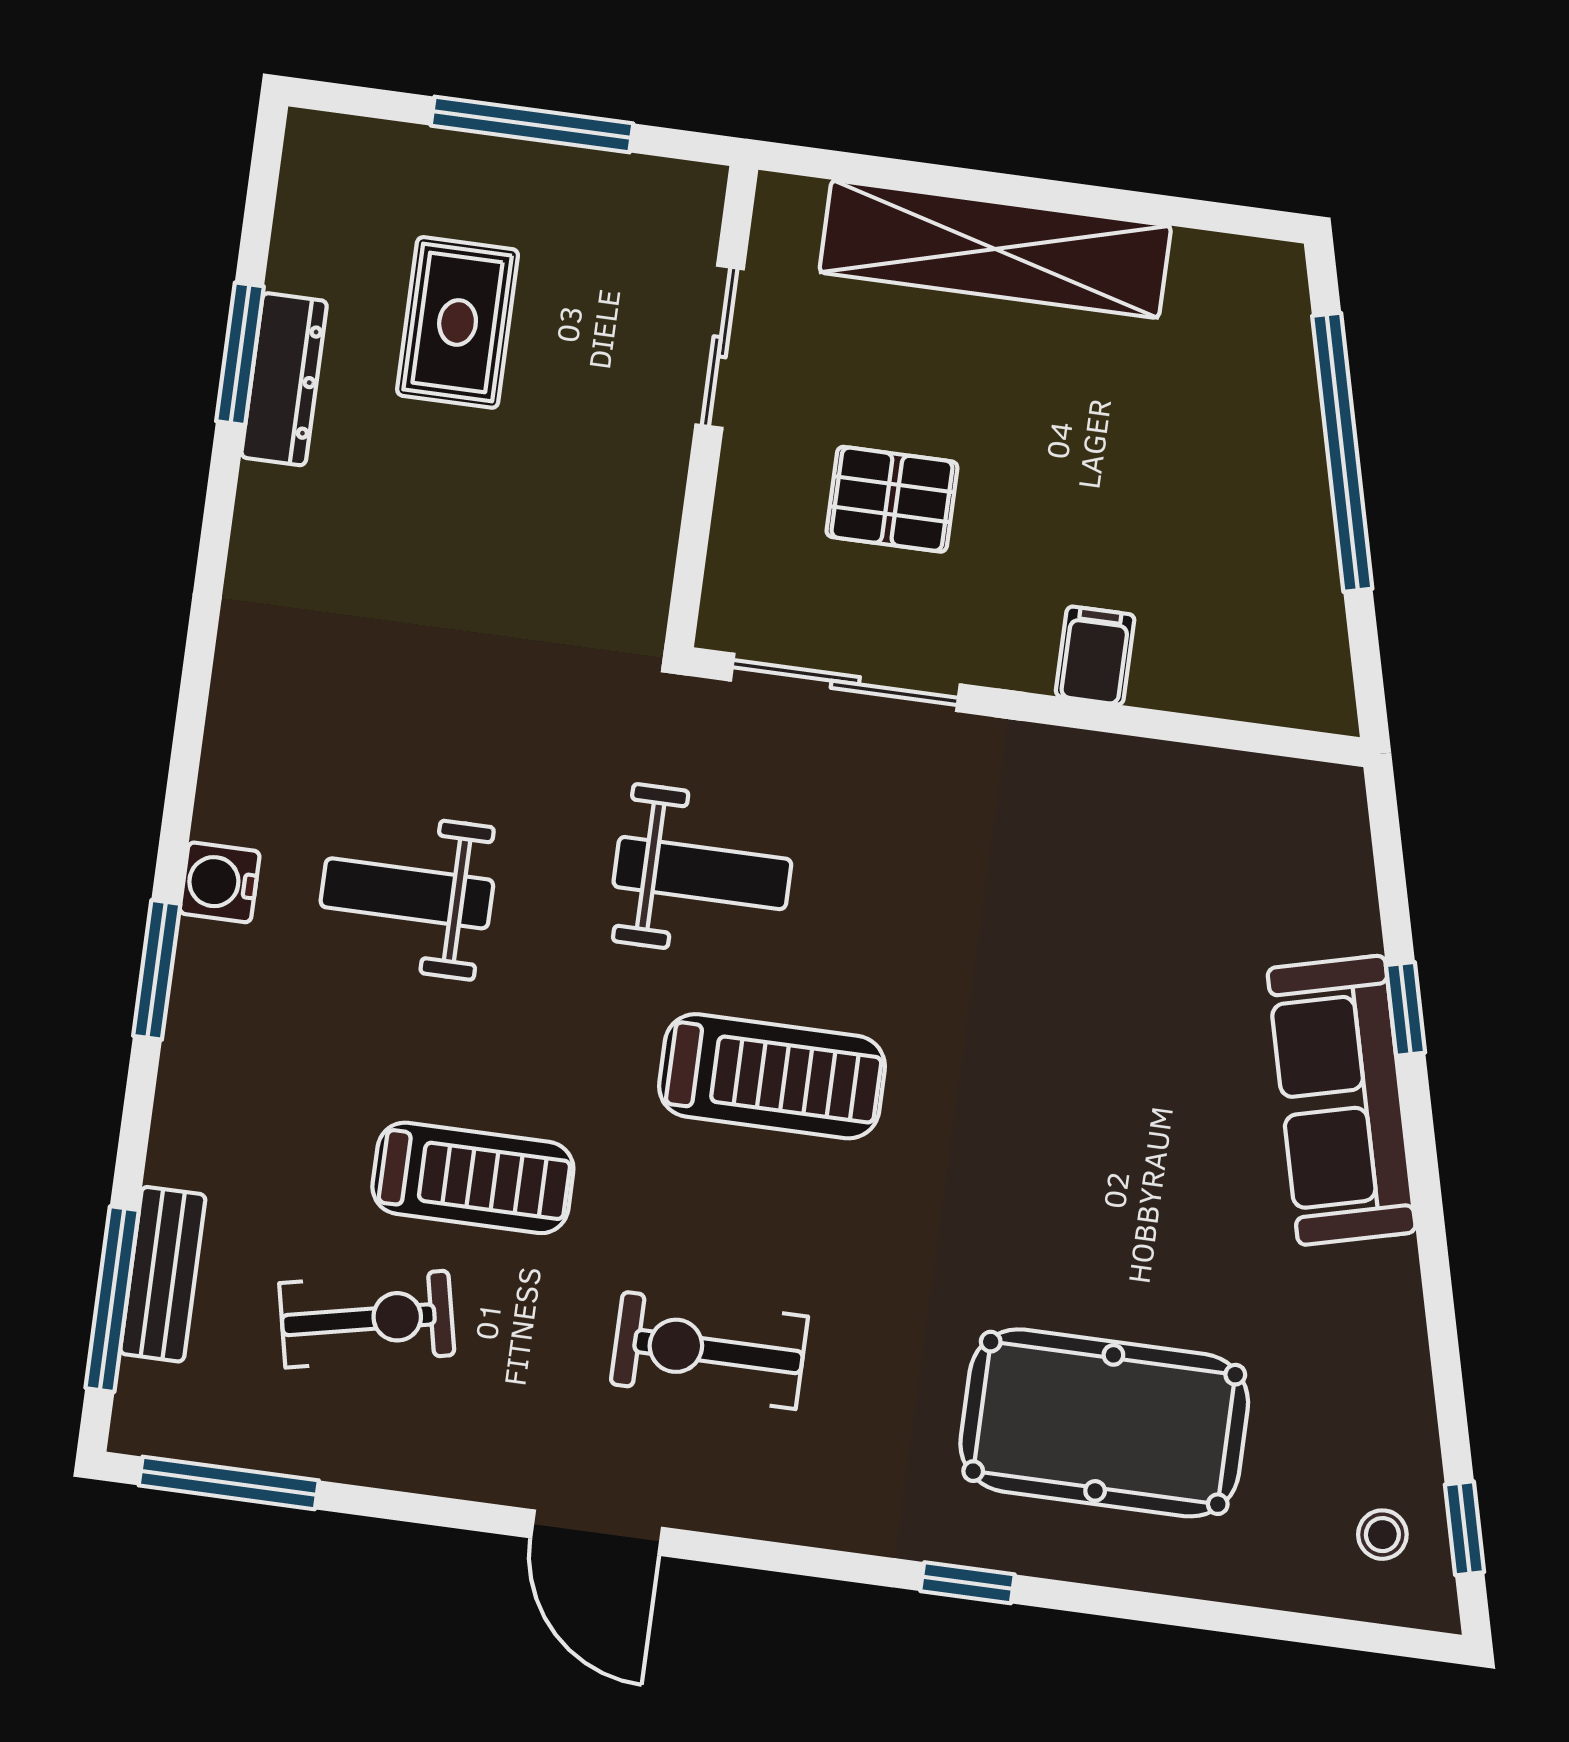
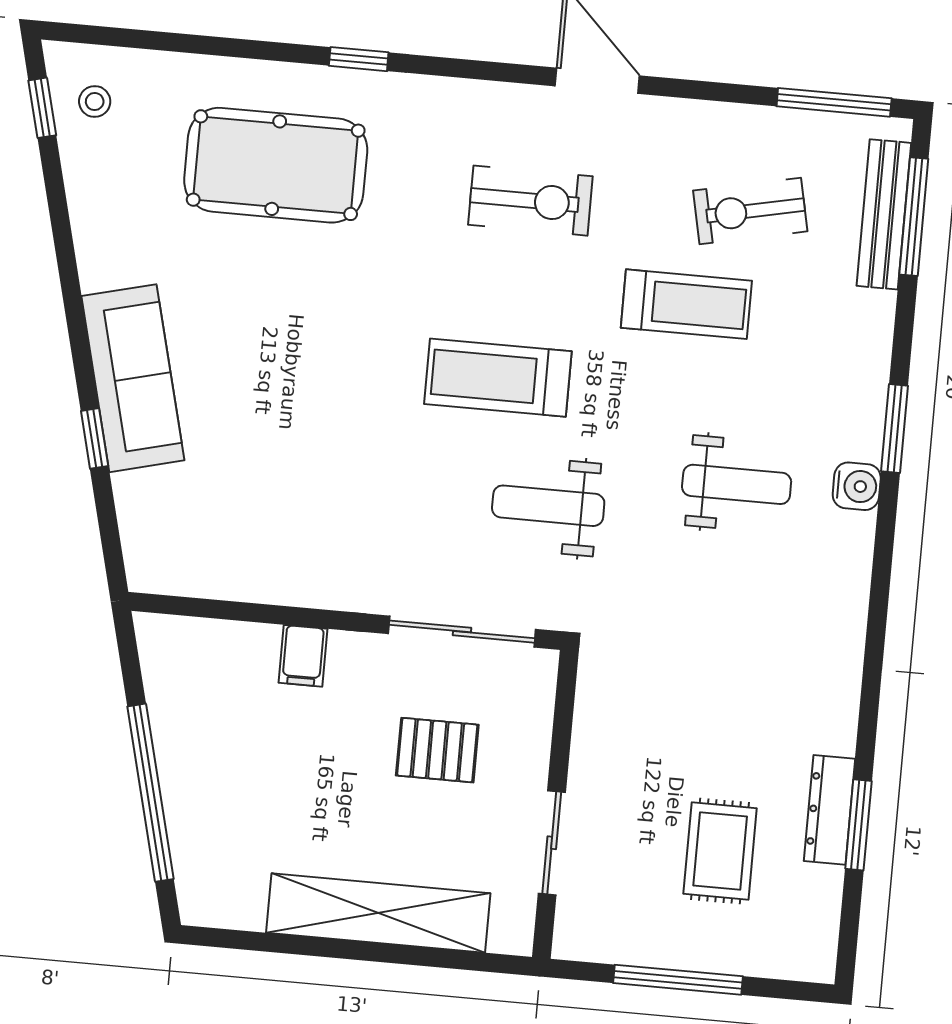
treadmill: (473, 1178) -> (686, 304), turned 180
bench: (163, 1274) -> (884, 214), width x1.36

